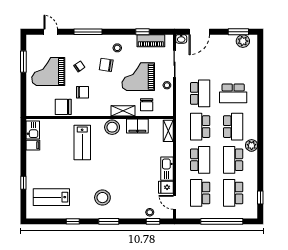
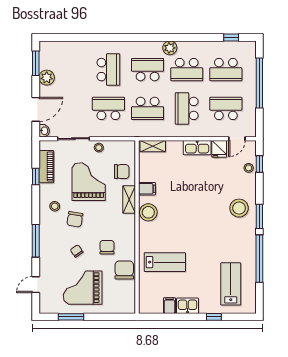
door: (199, 32) -> (36, 109), hinge flipped
plant: (243, 41) -> (47, 78), moved
grand piano: (48, 71) -> (83, 288), turned 90
grand piano: (138, 77) -> (89, 182), turned 180
chair: (63, 107) -> (124, 270), turned 180
filing cabinet: (137, 126) -> (147, 189), width x0.50
kitchen sink: (33, 130) -> (188, 306), moved
lab bench: (82, 143) -> (165, 262), moved
school desk: (200, 160) -> (187, 108), turned -90
school desk: (200, 193) -> (226, 108), turned 180
lab bench: (51, 197) -> (231, 284), turned 180
stool: (102, 198) -> (239, 208), moved
window: (73, 221) -> (259, 259), width x3.17

